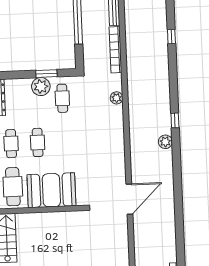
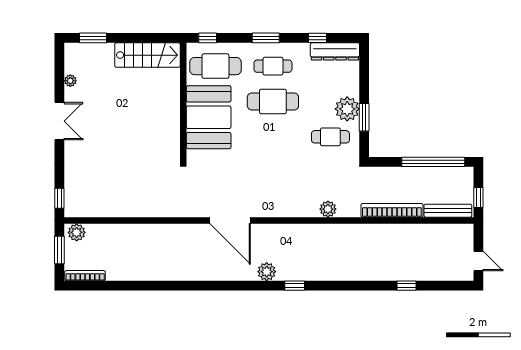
cafe table: (38, 142) -> (273, 101), width x1.37, depth x1.35
door: (129, 199) -> (230, 220), moved

